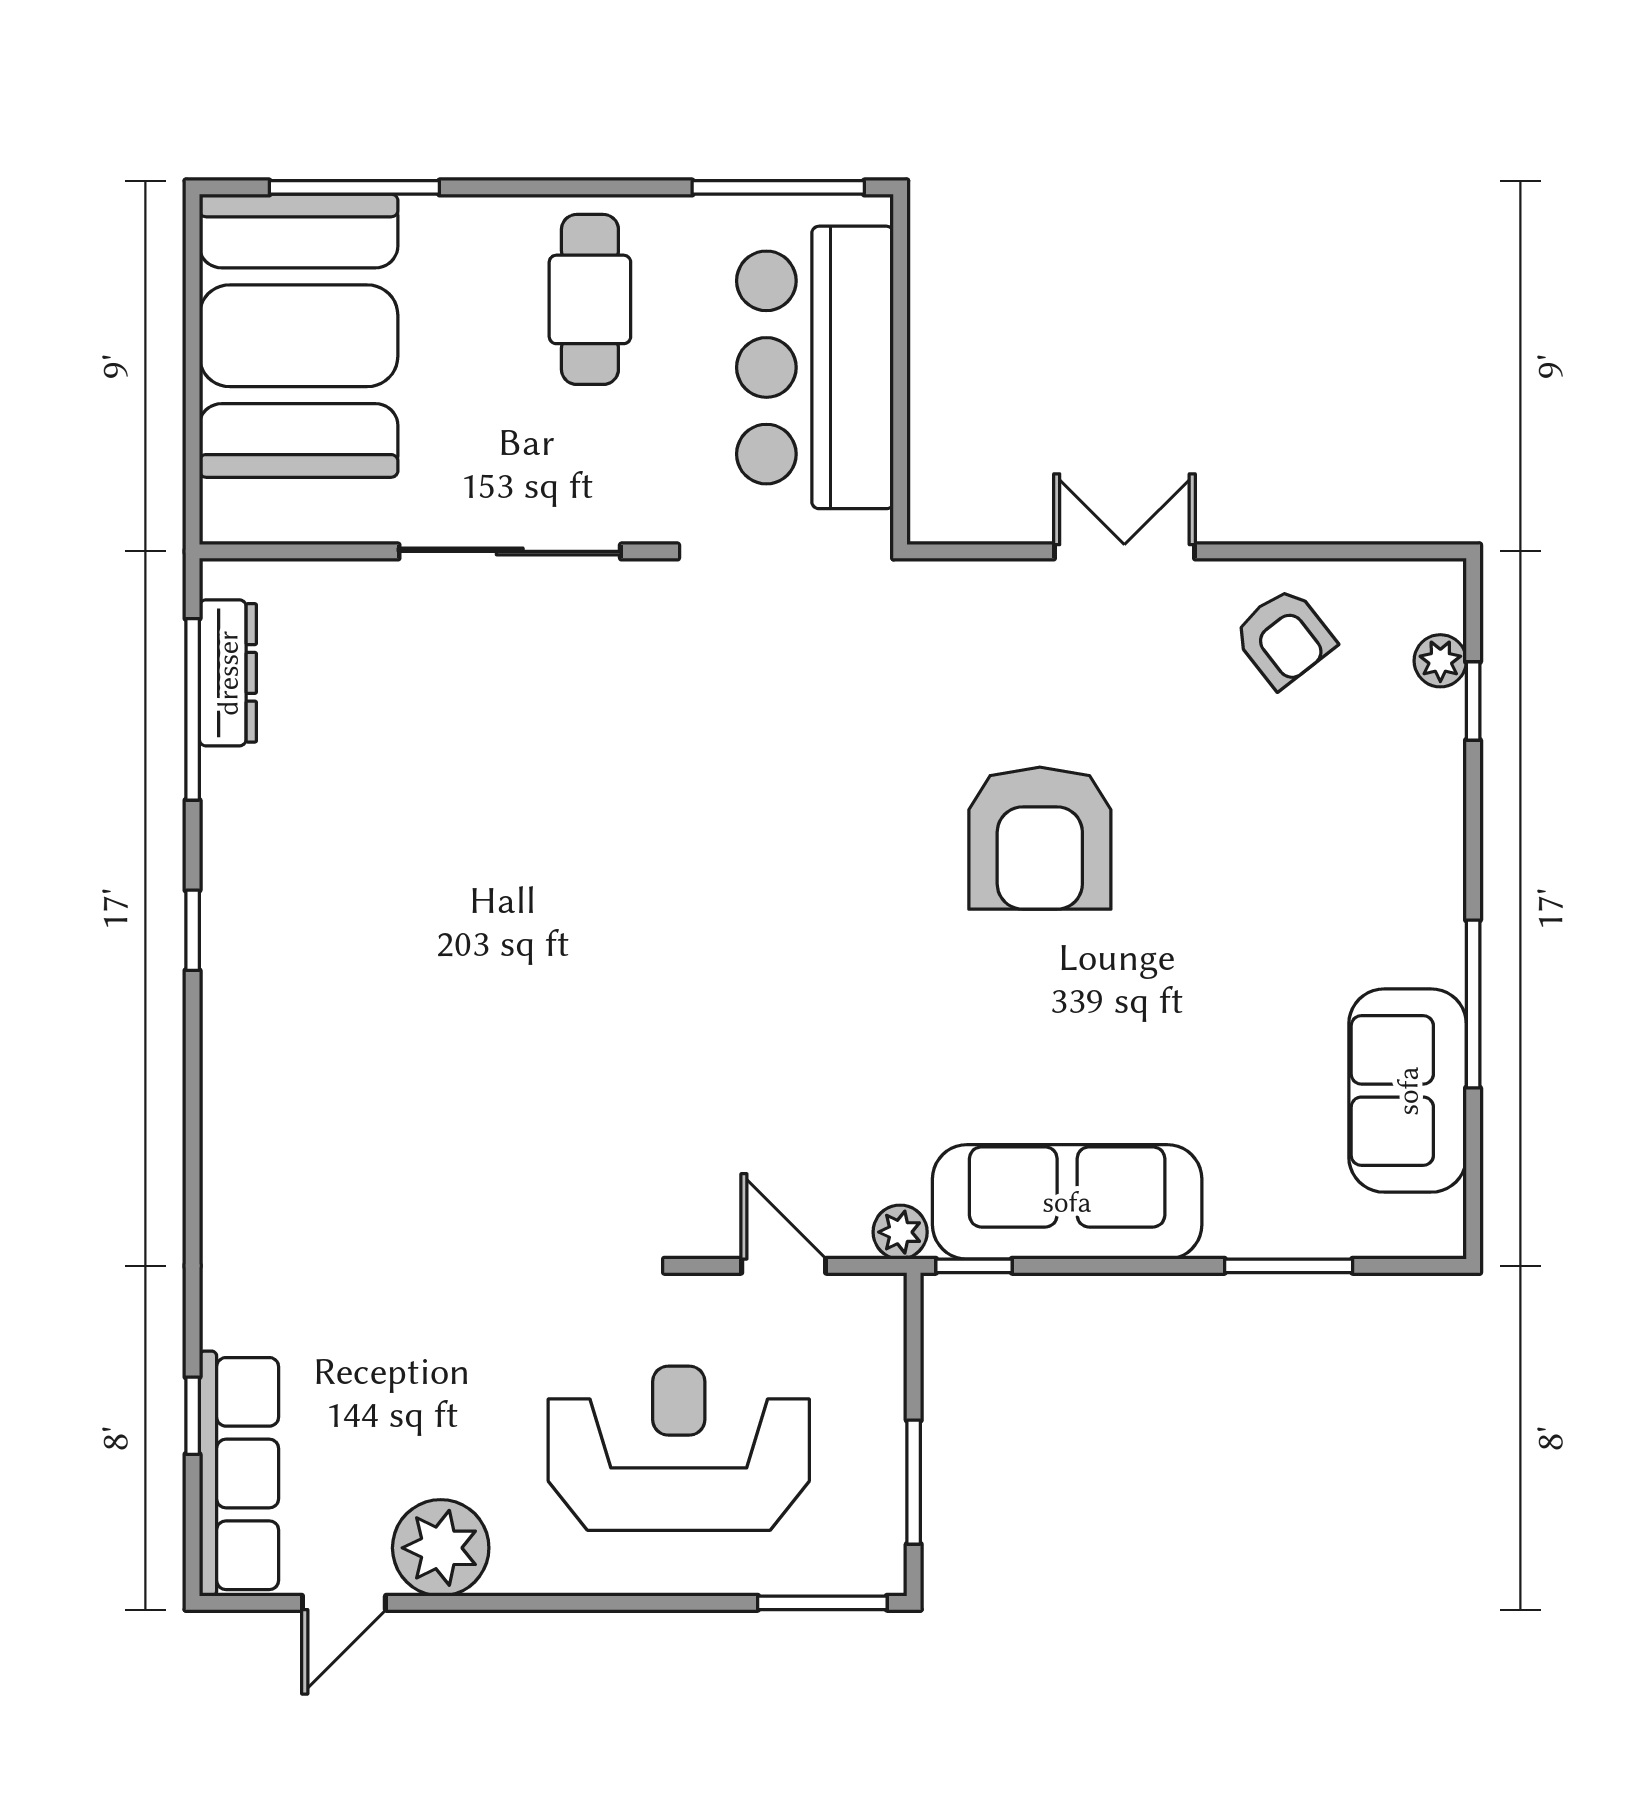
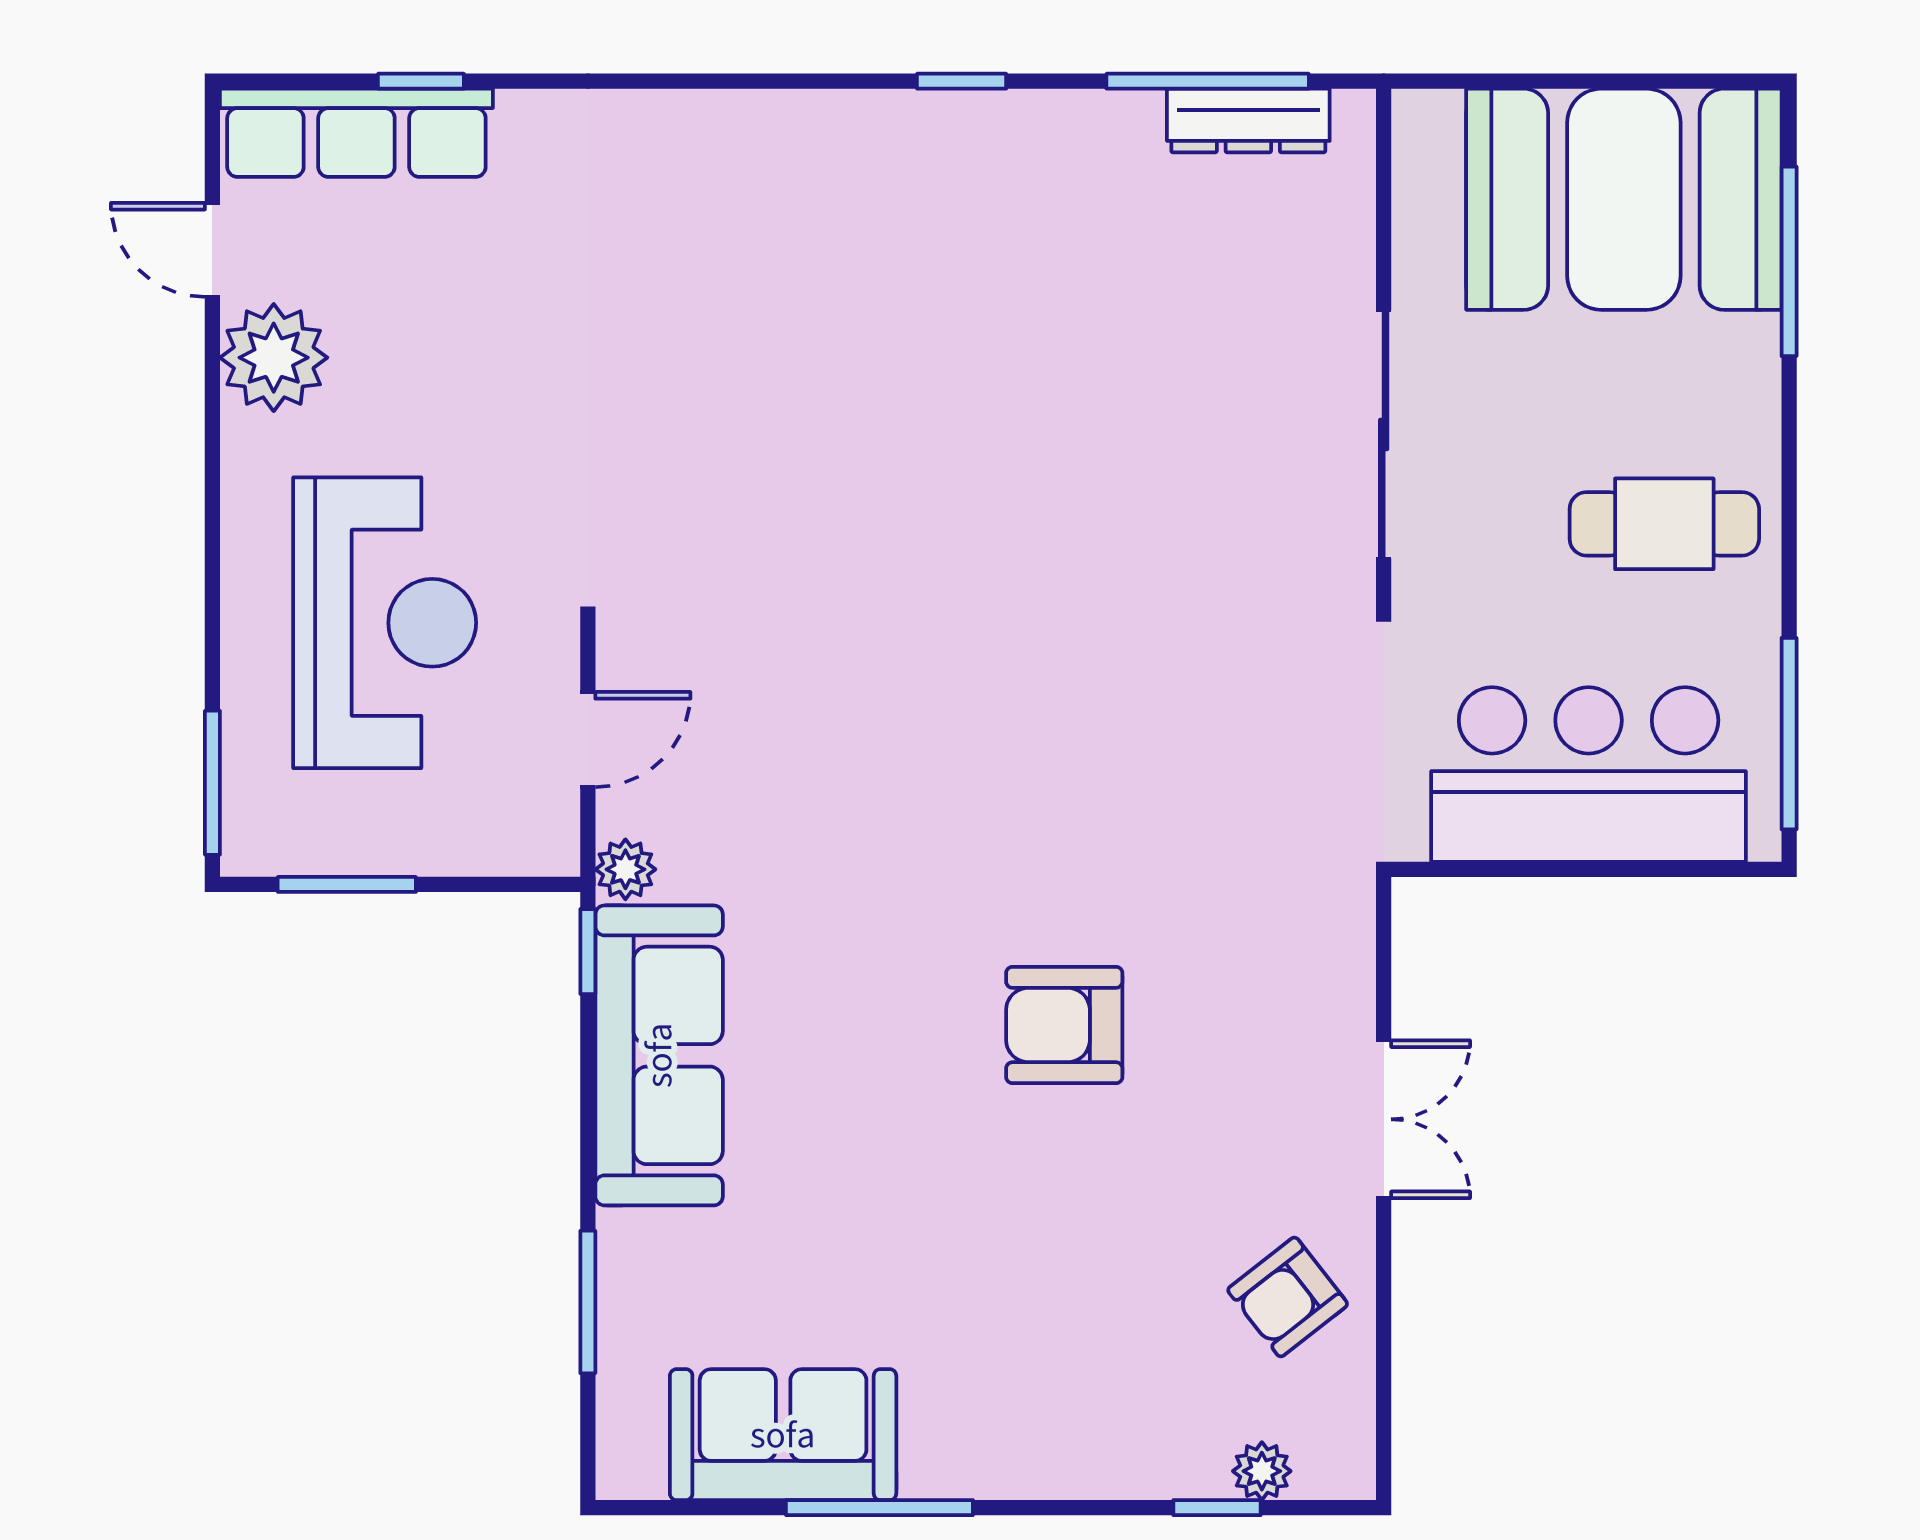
armchair: (1040, 838) -> (1064, 1025), width x0.73, depth x0.73

